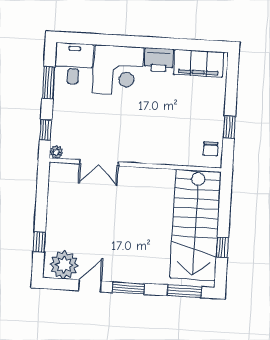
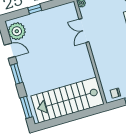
window: (39, 242) -> (35, 9), moved
window: (222, 247) -> (60, 120), removed

